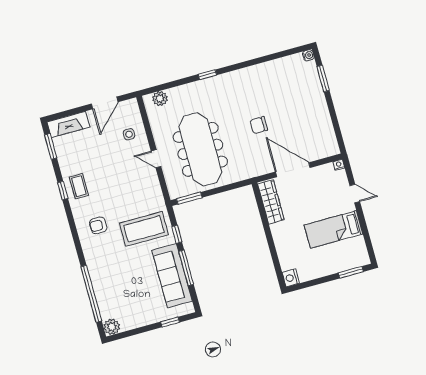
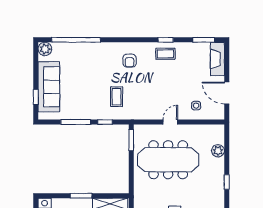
plant: (160, 99) -> (218, 151), moved
armchair: (98, 225) -> (130, 61), turned 180
coffee table: (144, 229) -> (117, 97), width x0.54, depth x0.58
window: (270, 238) -> (81, 196), added
sofa: (172, 276) -> (49, 87), moved, turned 90

